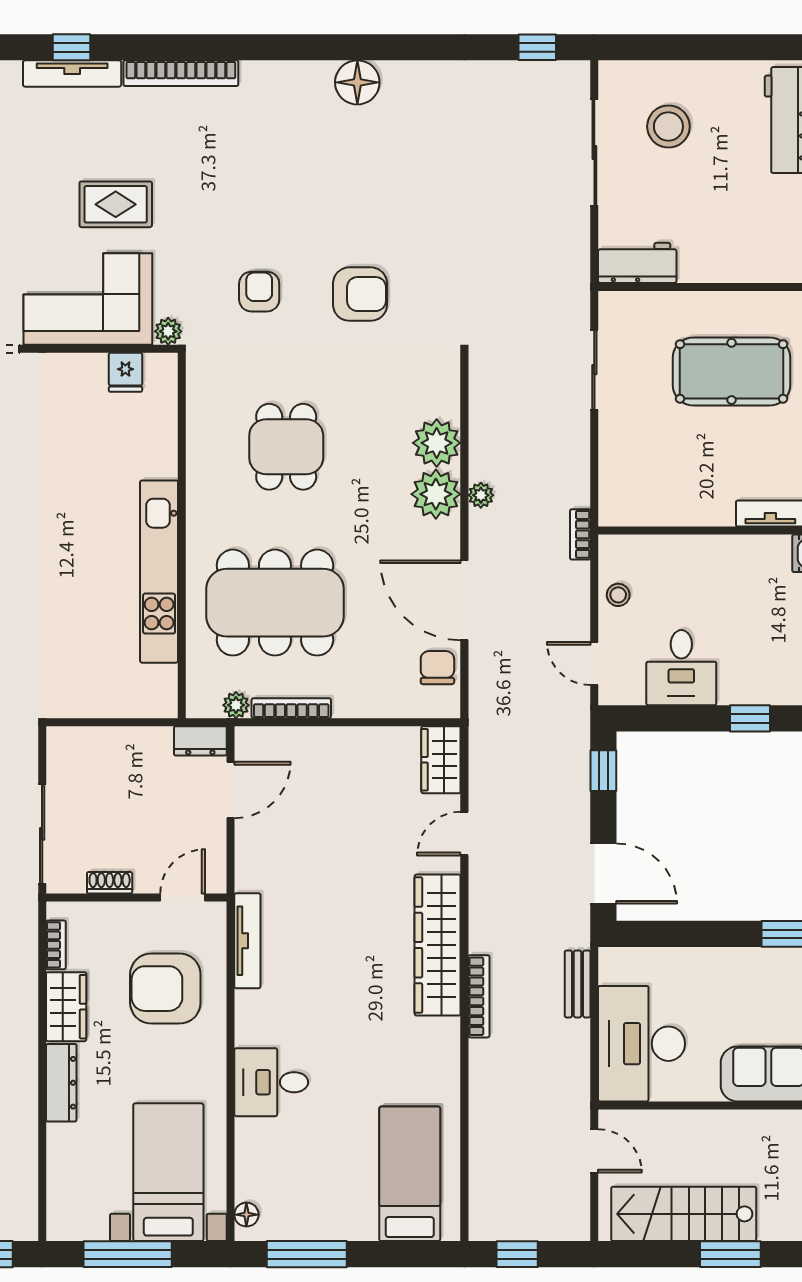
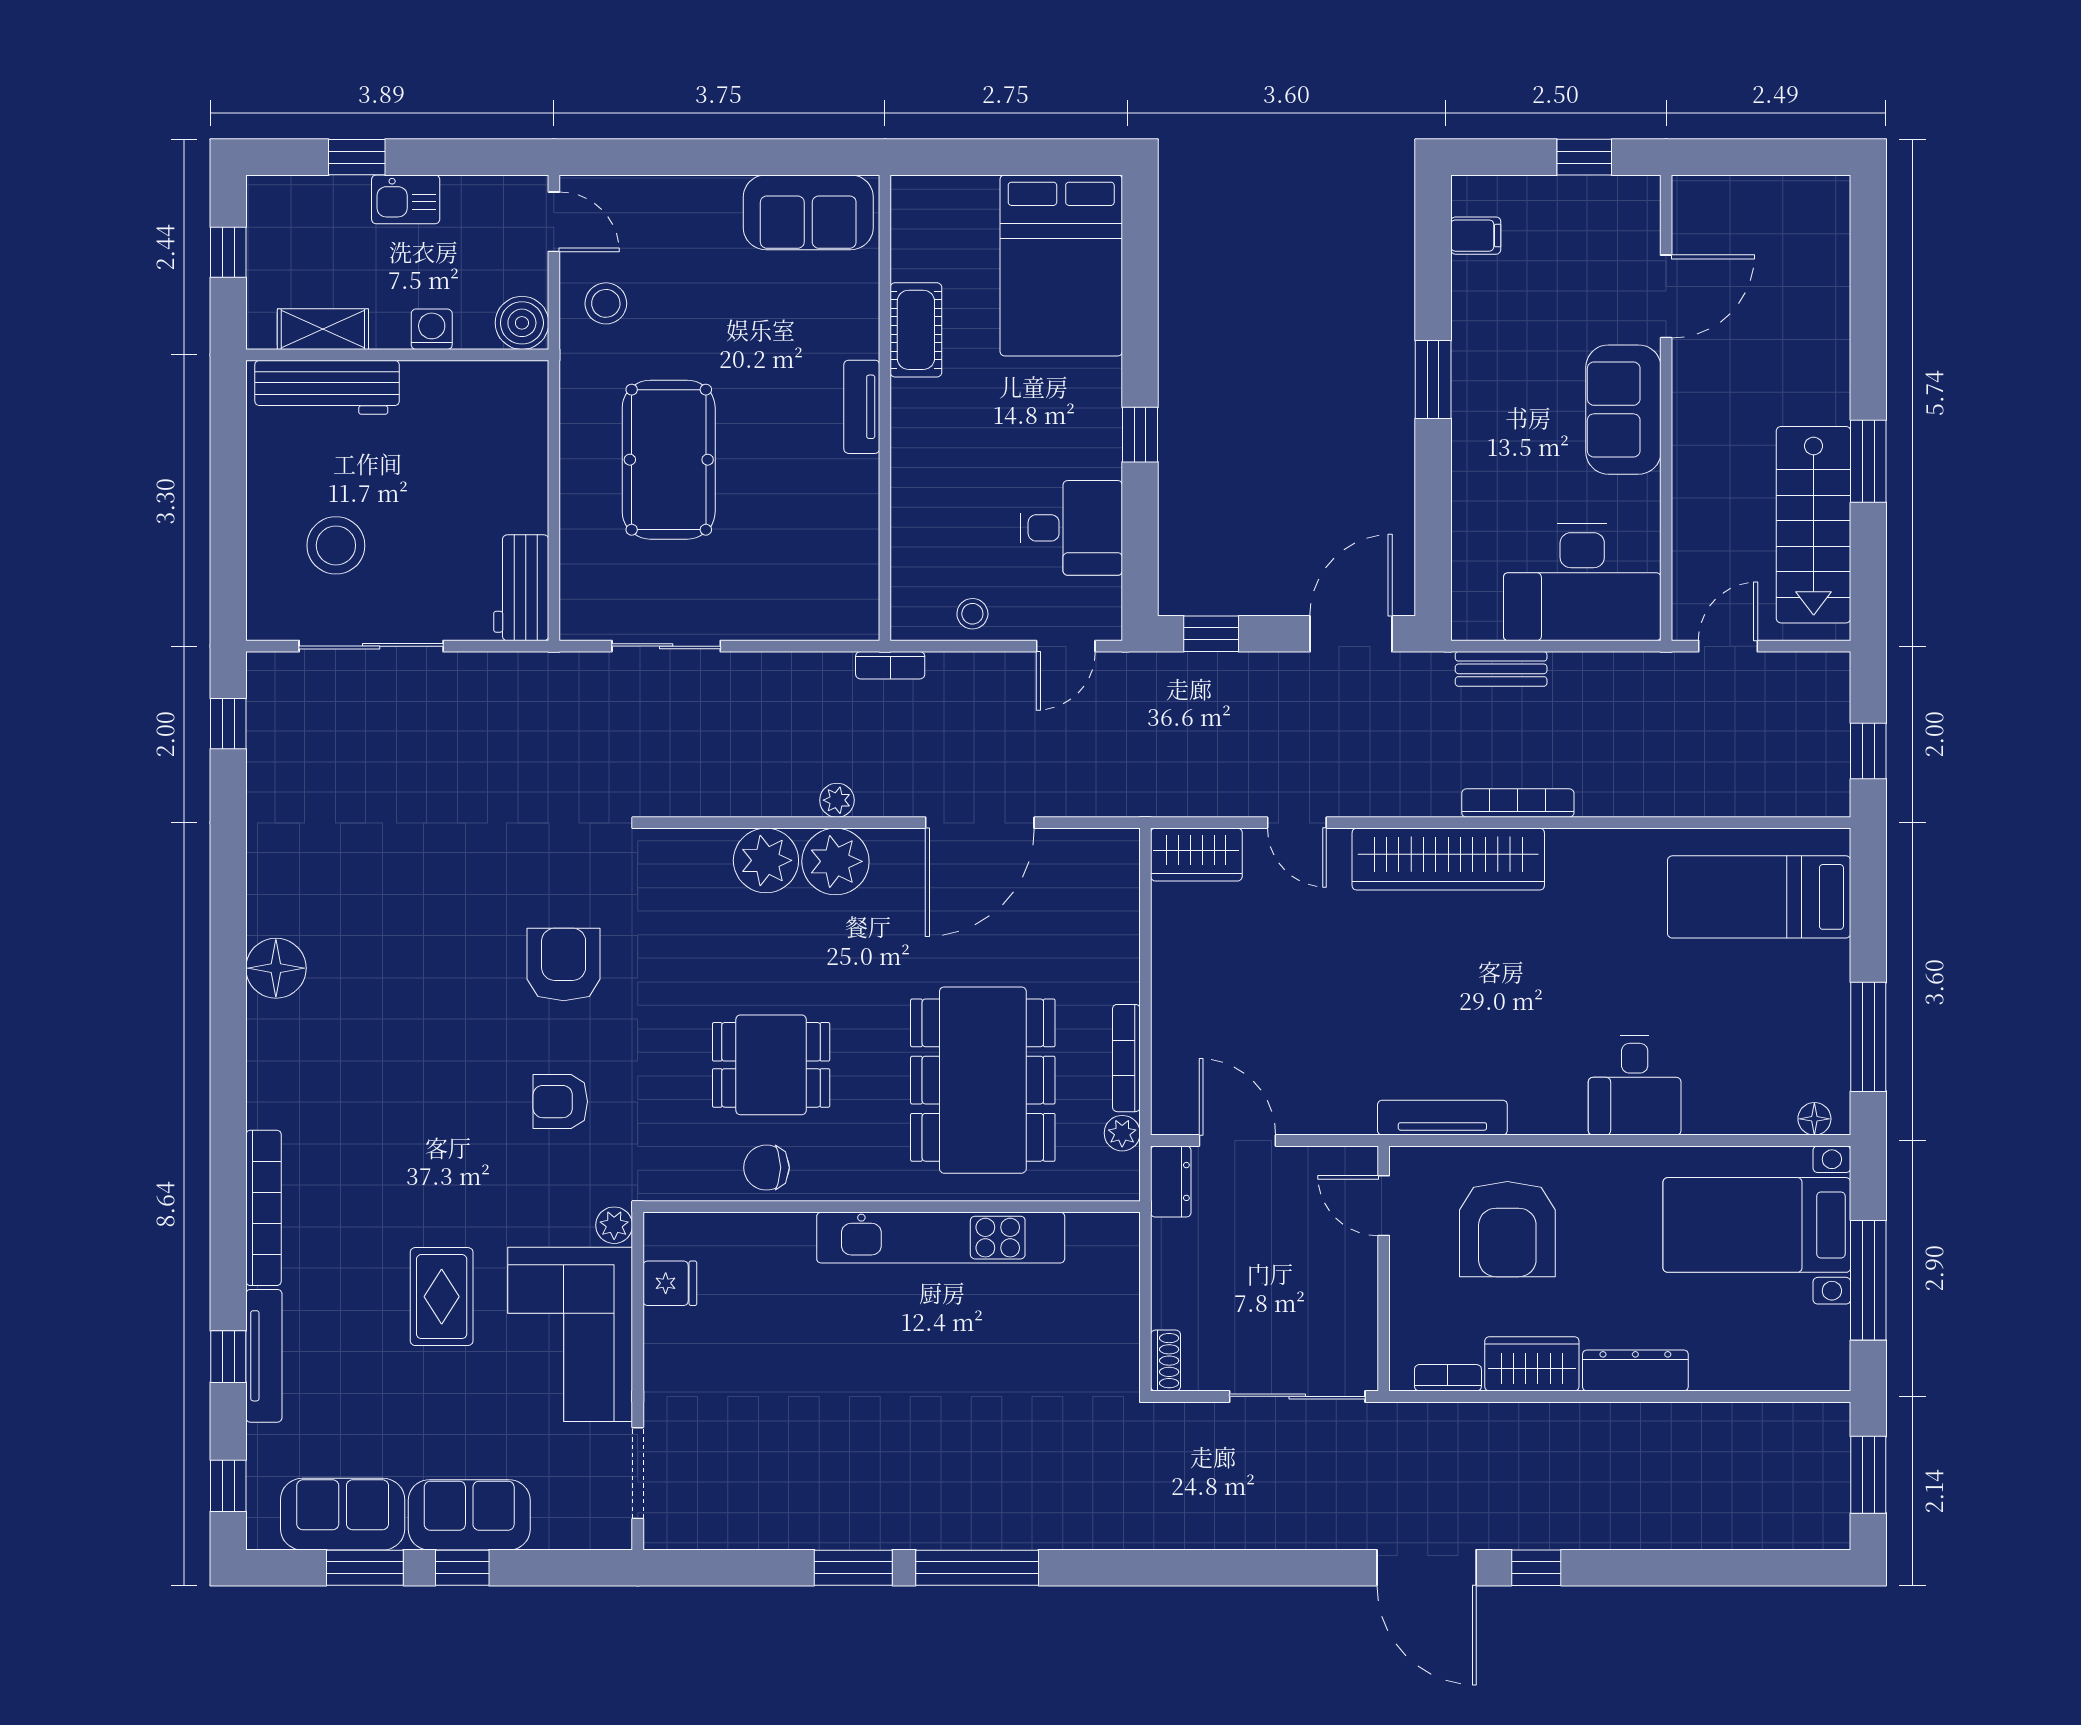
chair: (437, 668) -> (766, 1168), moved
shoe rack: (110, 883) -> (1165, 1361), moved, turned 180

